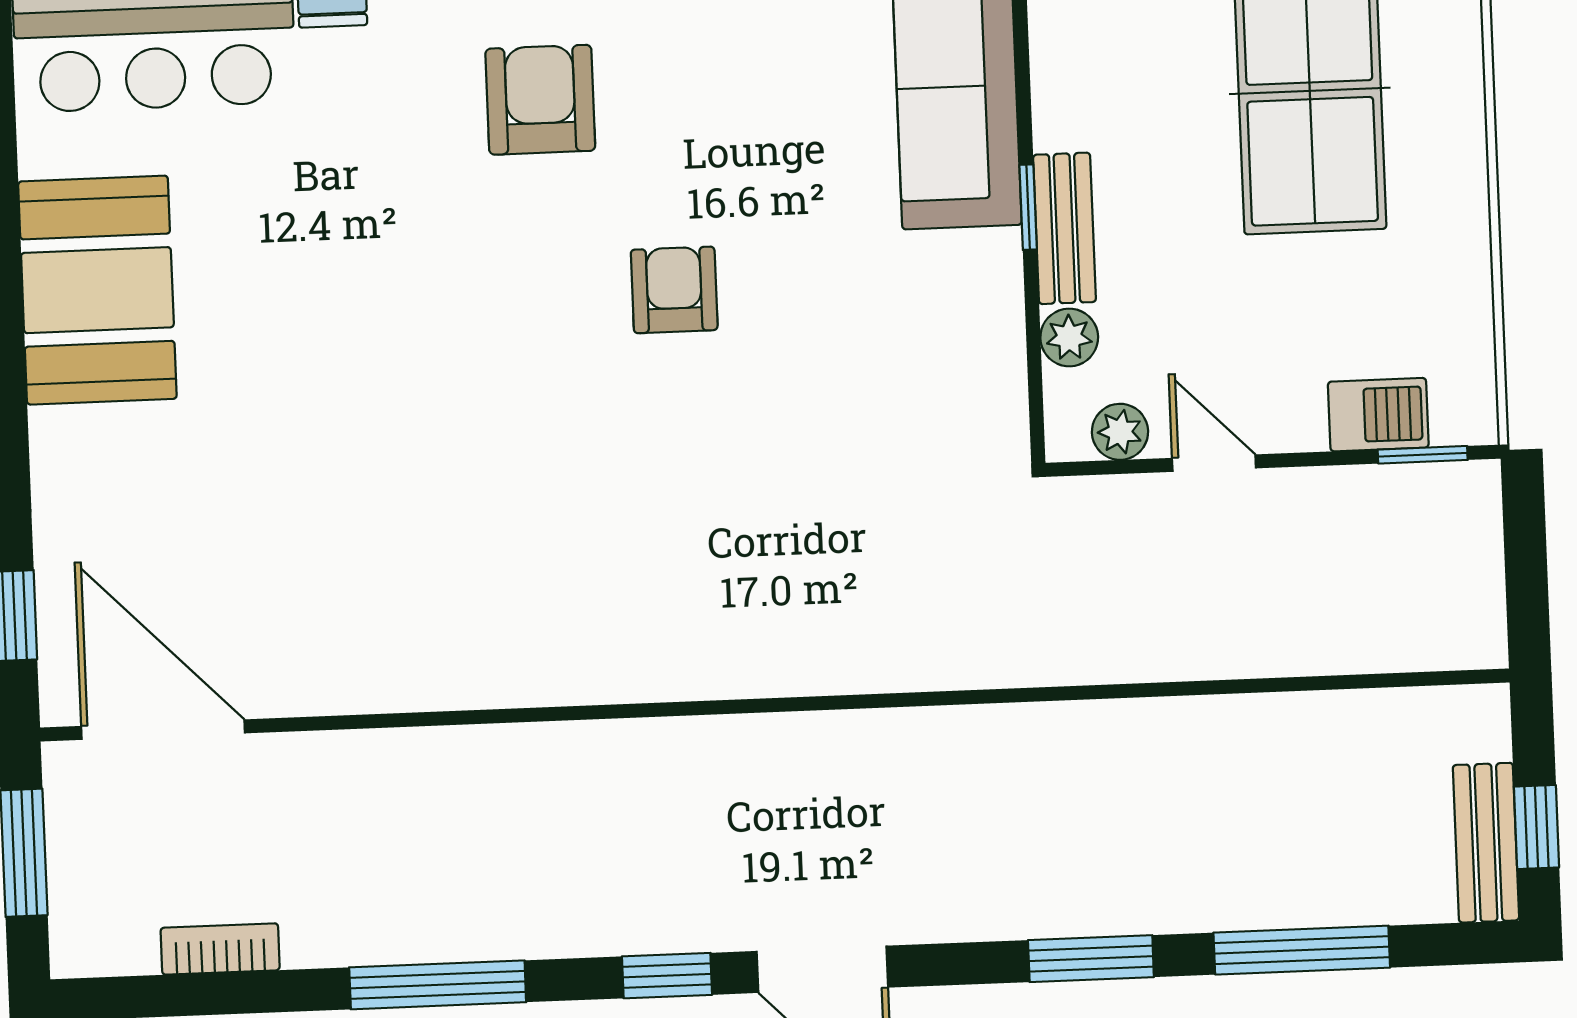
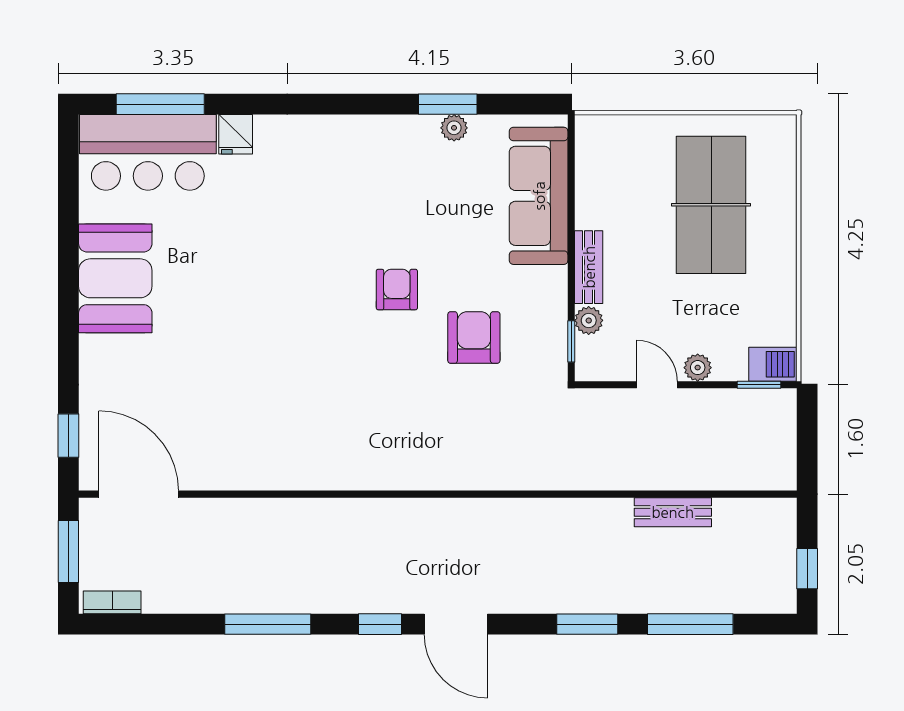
armchair: (540, 100) -> (474, 338), moved
window: (1028, 207) -> (571, 341), moved
barbecue: (1378, 415) -> (773, 364), moved
plant: (1120, 432) -> (698, 368), moved
bench: (1486, 843) -> (673, 512), moved, turned 90
bookcase: (220, 949) -> (112, 602), moved

